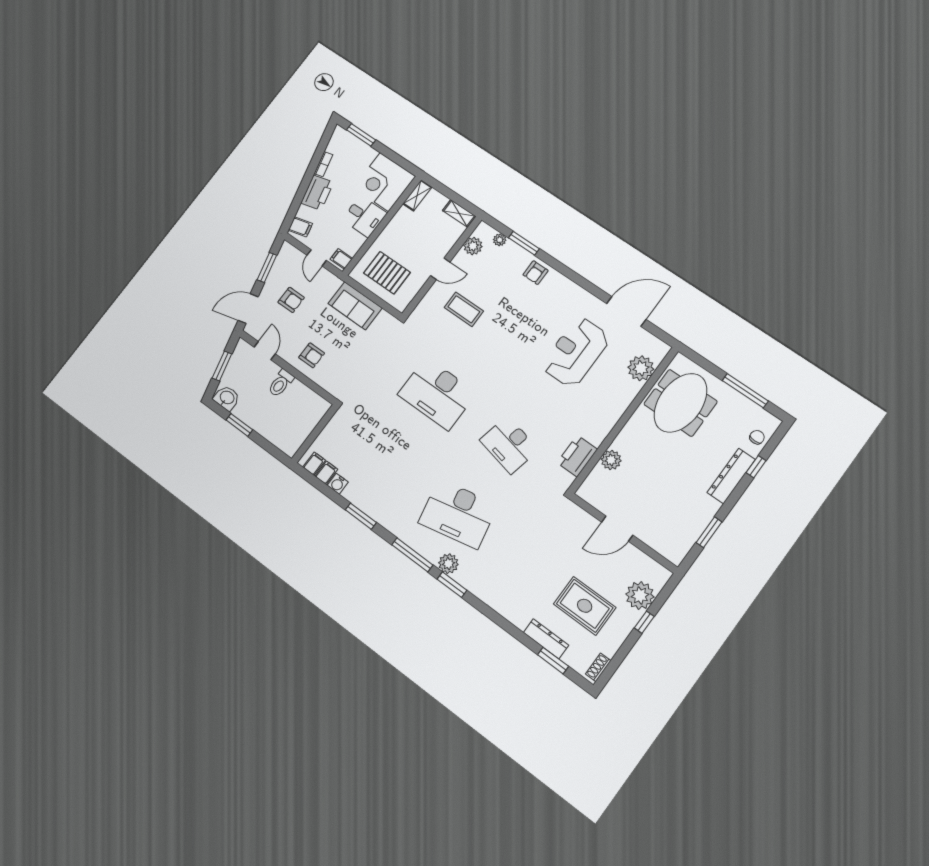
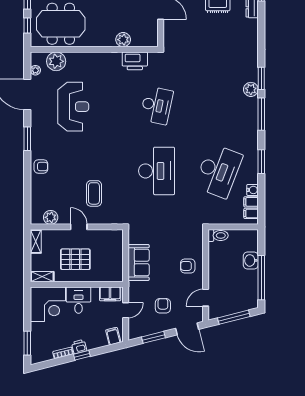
window: (306, 182) -> (82, 355), added
printer: (317, 193) -> (79, 347), width x0.53, depth x0.68
plant: (500, 240) -> (35, 70), moved
window: (524, 243) -> (27, 139), moved
filing cabinet: (341, 259) -> (110, 294), width x2.00
pallet: (387, 273) -> (75, 259), moved, turned 90
reception desk: (576, 352) -> (73, 107), turned -90
armchair: (312, 355) -> (188, 266), turned -90
window: (706, 364) -> (27, 25), added
window: (222, 366) -> (234, 317), width x1.44
toilet: (281, 383) -> (218, 235), moved
washbasin: (227, 398) -> (251, 260), moved
window: (239, 425) -> (261, 278), width x2.11
desk: (458, 514) -> (218, 171), moved, turned 33

